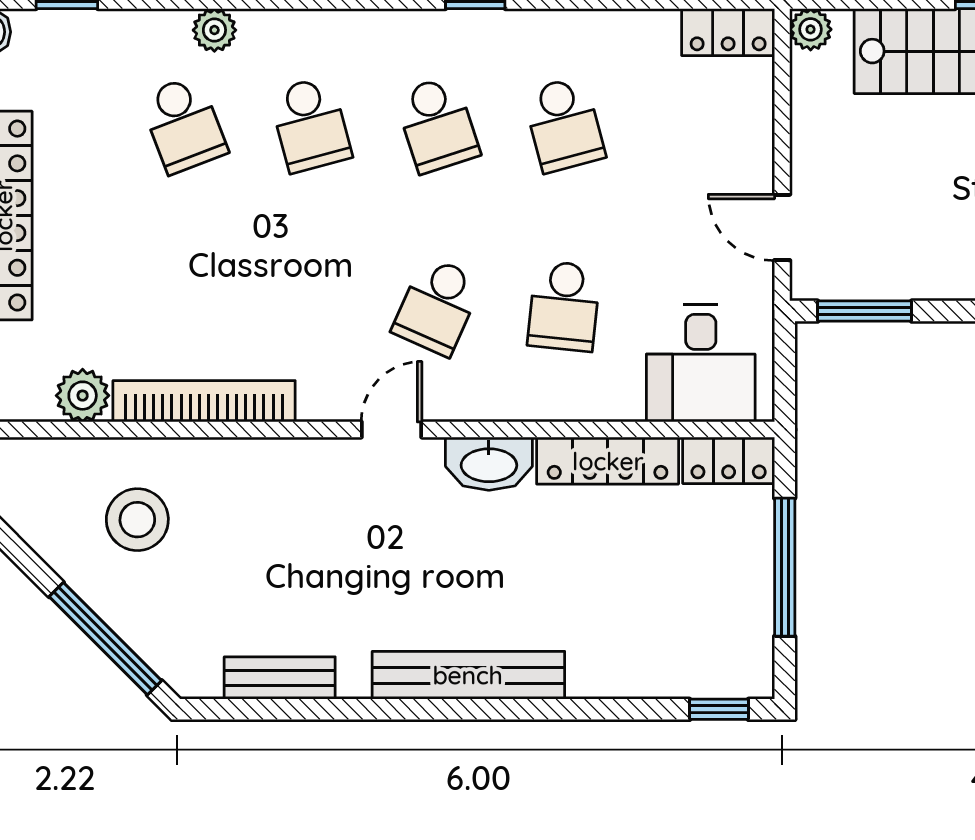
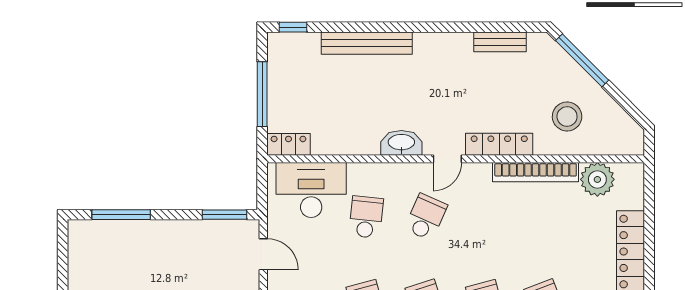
desk: (701, 363) -> (311, 190), width x1.37
plant: (83, 396) -> (597, 179), width x1.36, depth x1.36
locker: (608, 461) -> (499, 144), moved
bench: (468, 675) -> (367, 43), moved

